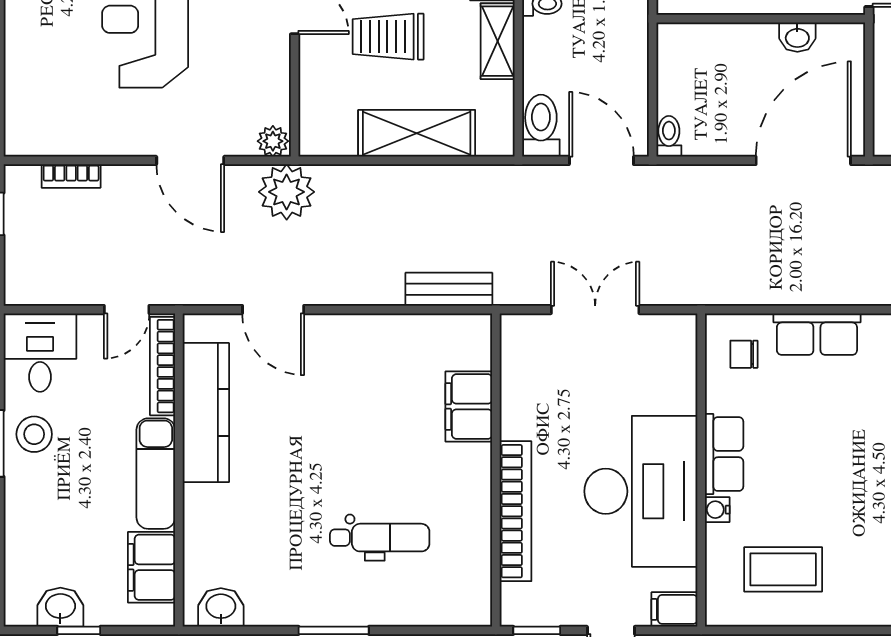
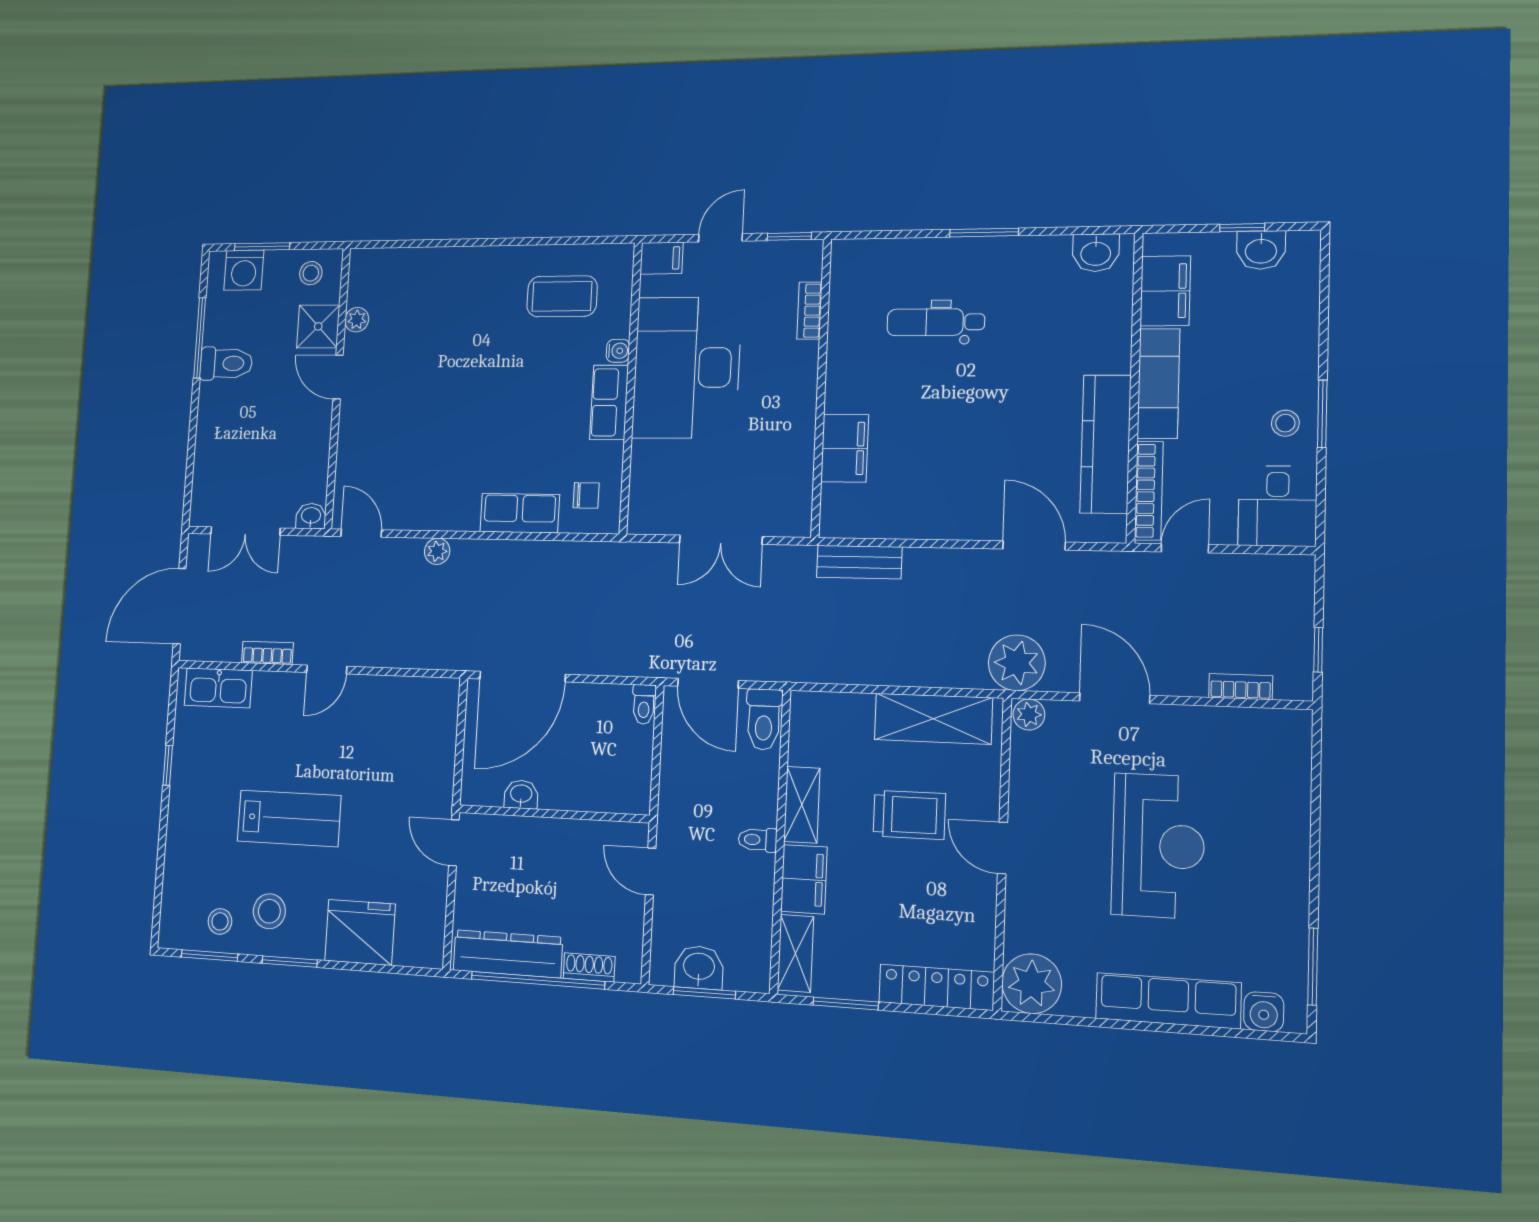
shelving: (417, 133) -> (933, 719), moved
stool: (34, 434) -> (1285, 423), width x0.73, depth x0.73
bookcase: (516, 511) -> (809, 311), width x0.43, depth x0.76

